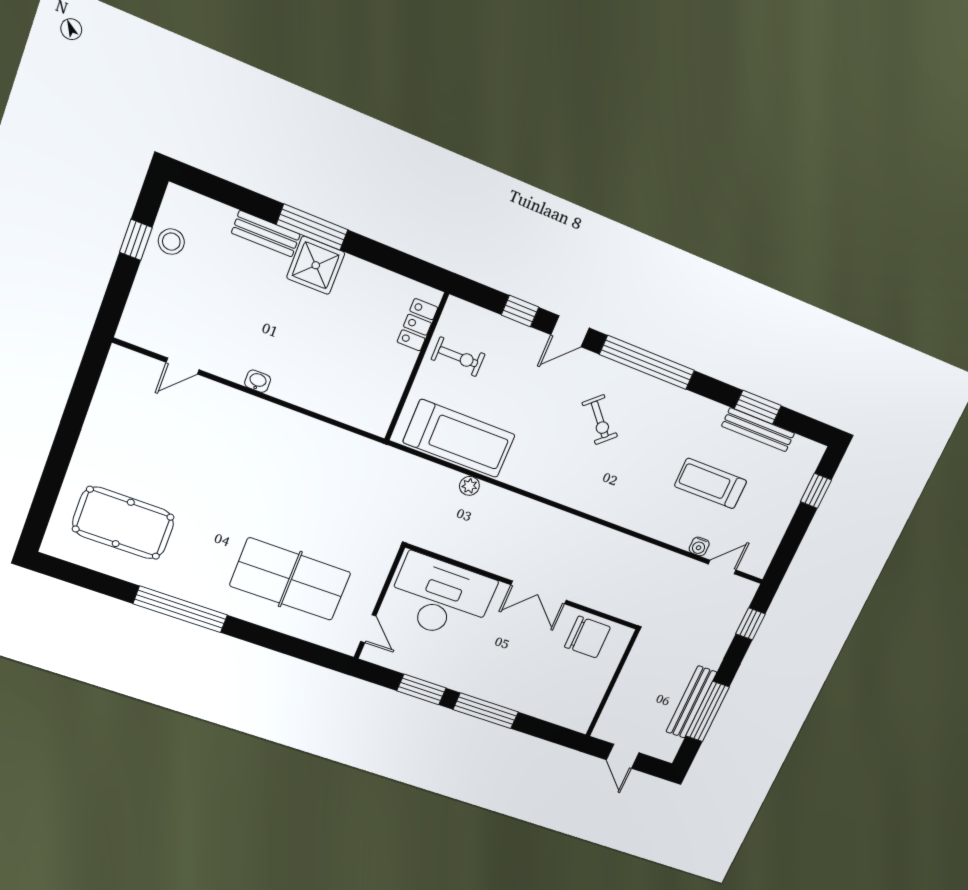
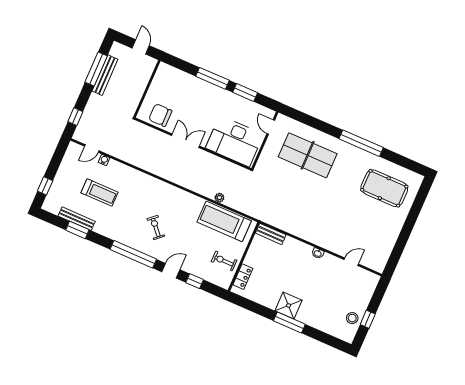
bench: (266, 234) -> (271, 234), moved

